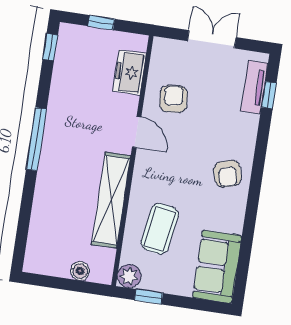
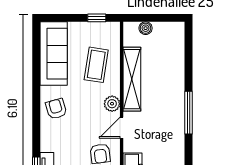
door: (137, 132) -> (122, 128), hinge flipped
sofa: (217, 267) -> (54, 54), width x1.36
plant: (129, 276) -> (112, 104), moved

